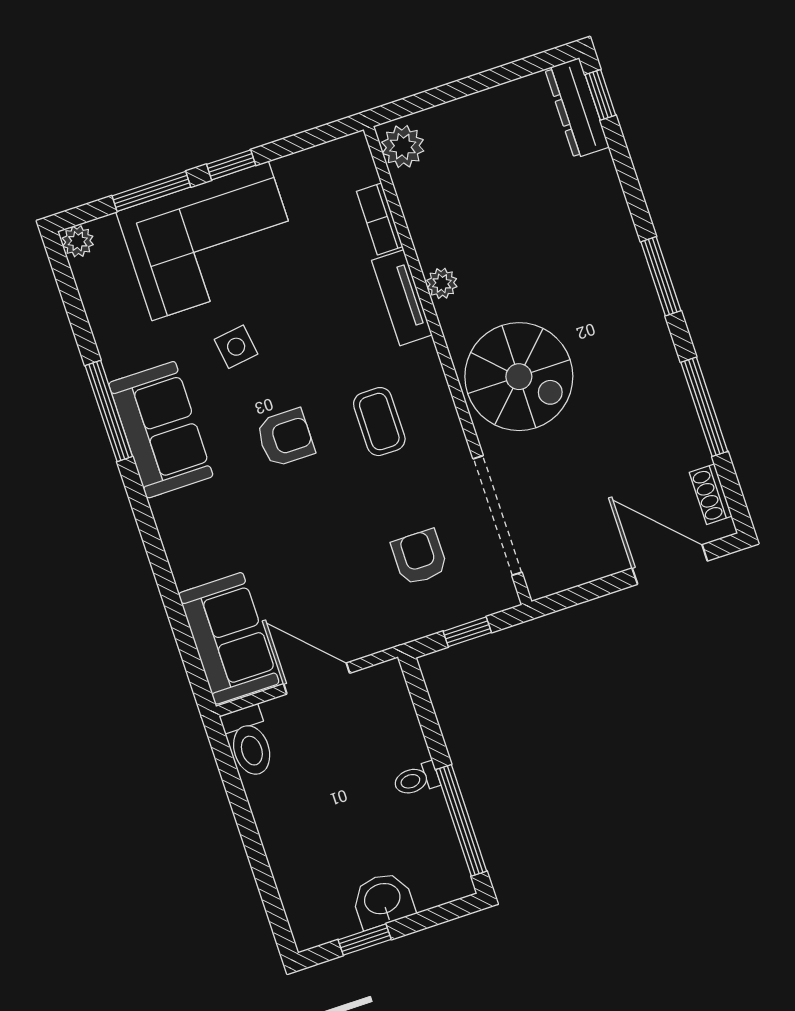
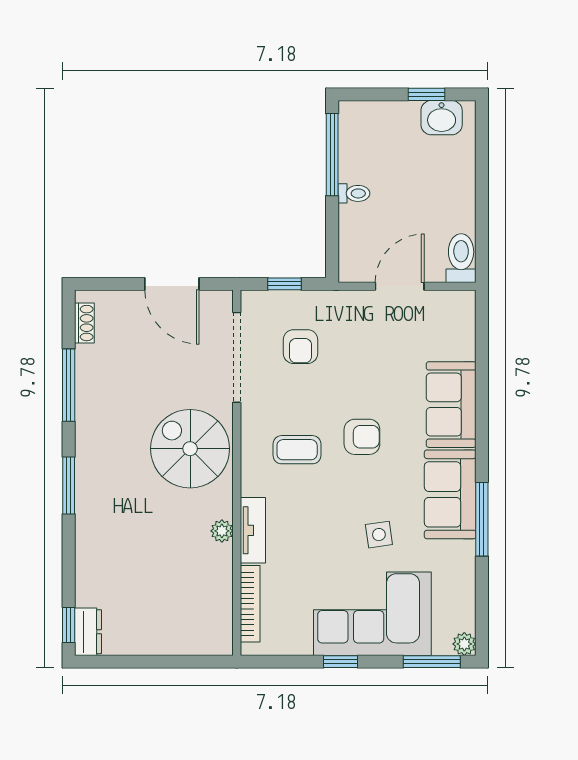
dresser: (577, 108) -> (88, 632), width x0.70
plant: (403, 147) -> (217, 635), removed
window: (151, 191) -> (432, 662), moved
bookcase: (380, 219) -> (250, 604), width x1.56
coffee table: (379, 422) -> (297, 450), turned 90
armchair: (285, 438) -> (362, 437), moved, turned 180
door: (670, 564) -> (172, 284), moved
sofa: (229, 638) -> (451, 405), moved
door: (317, 679) -> (400, 286), swing flipped
washbasin: (383, 900) -> (442, 118), moved

